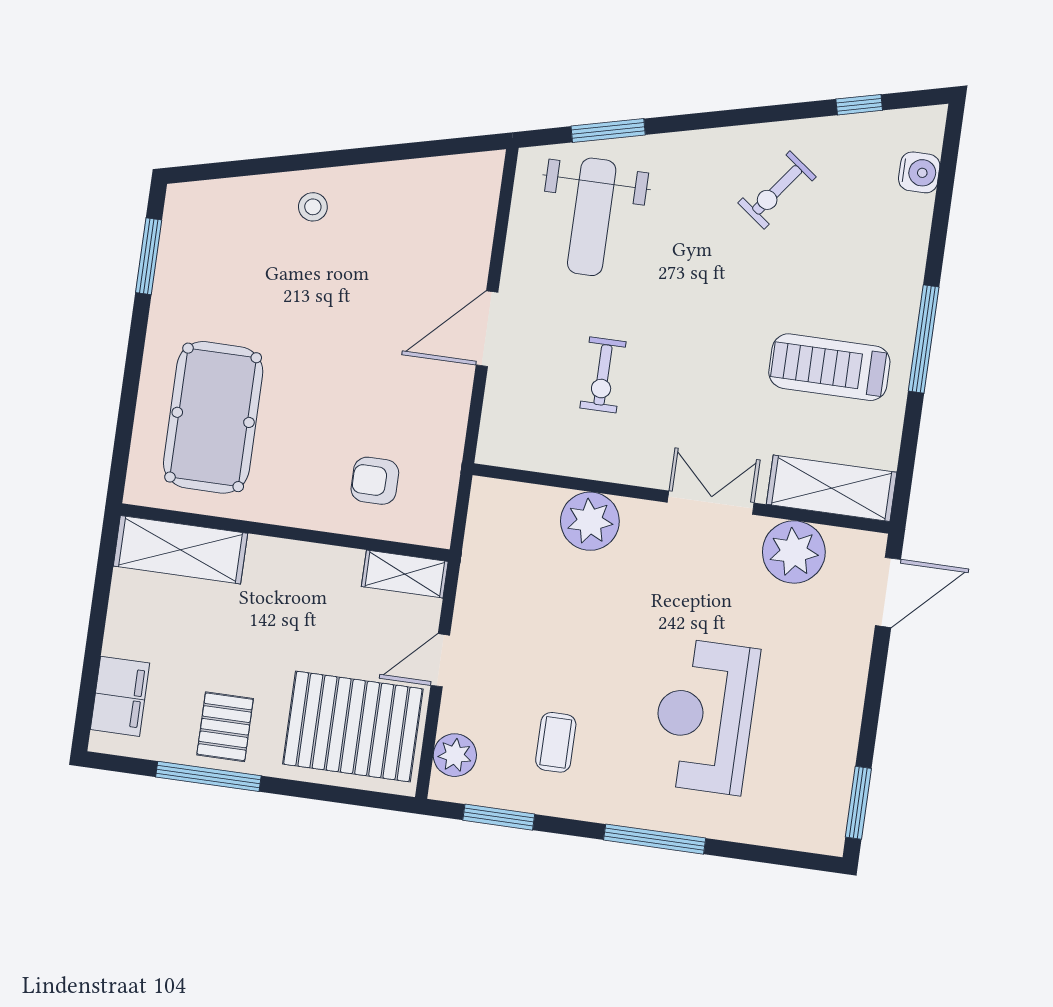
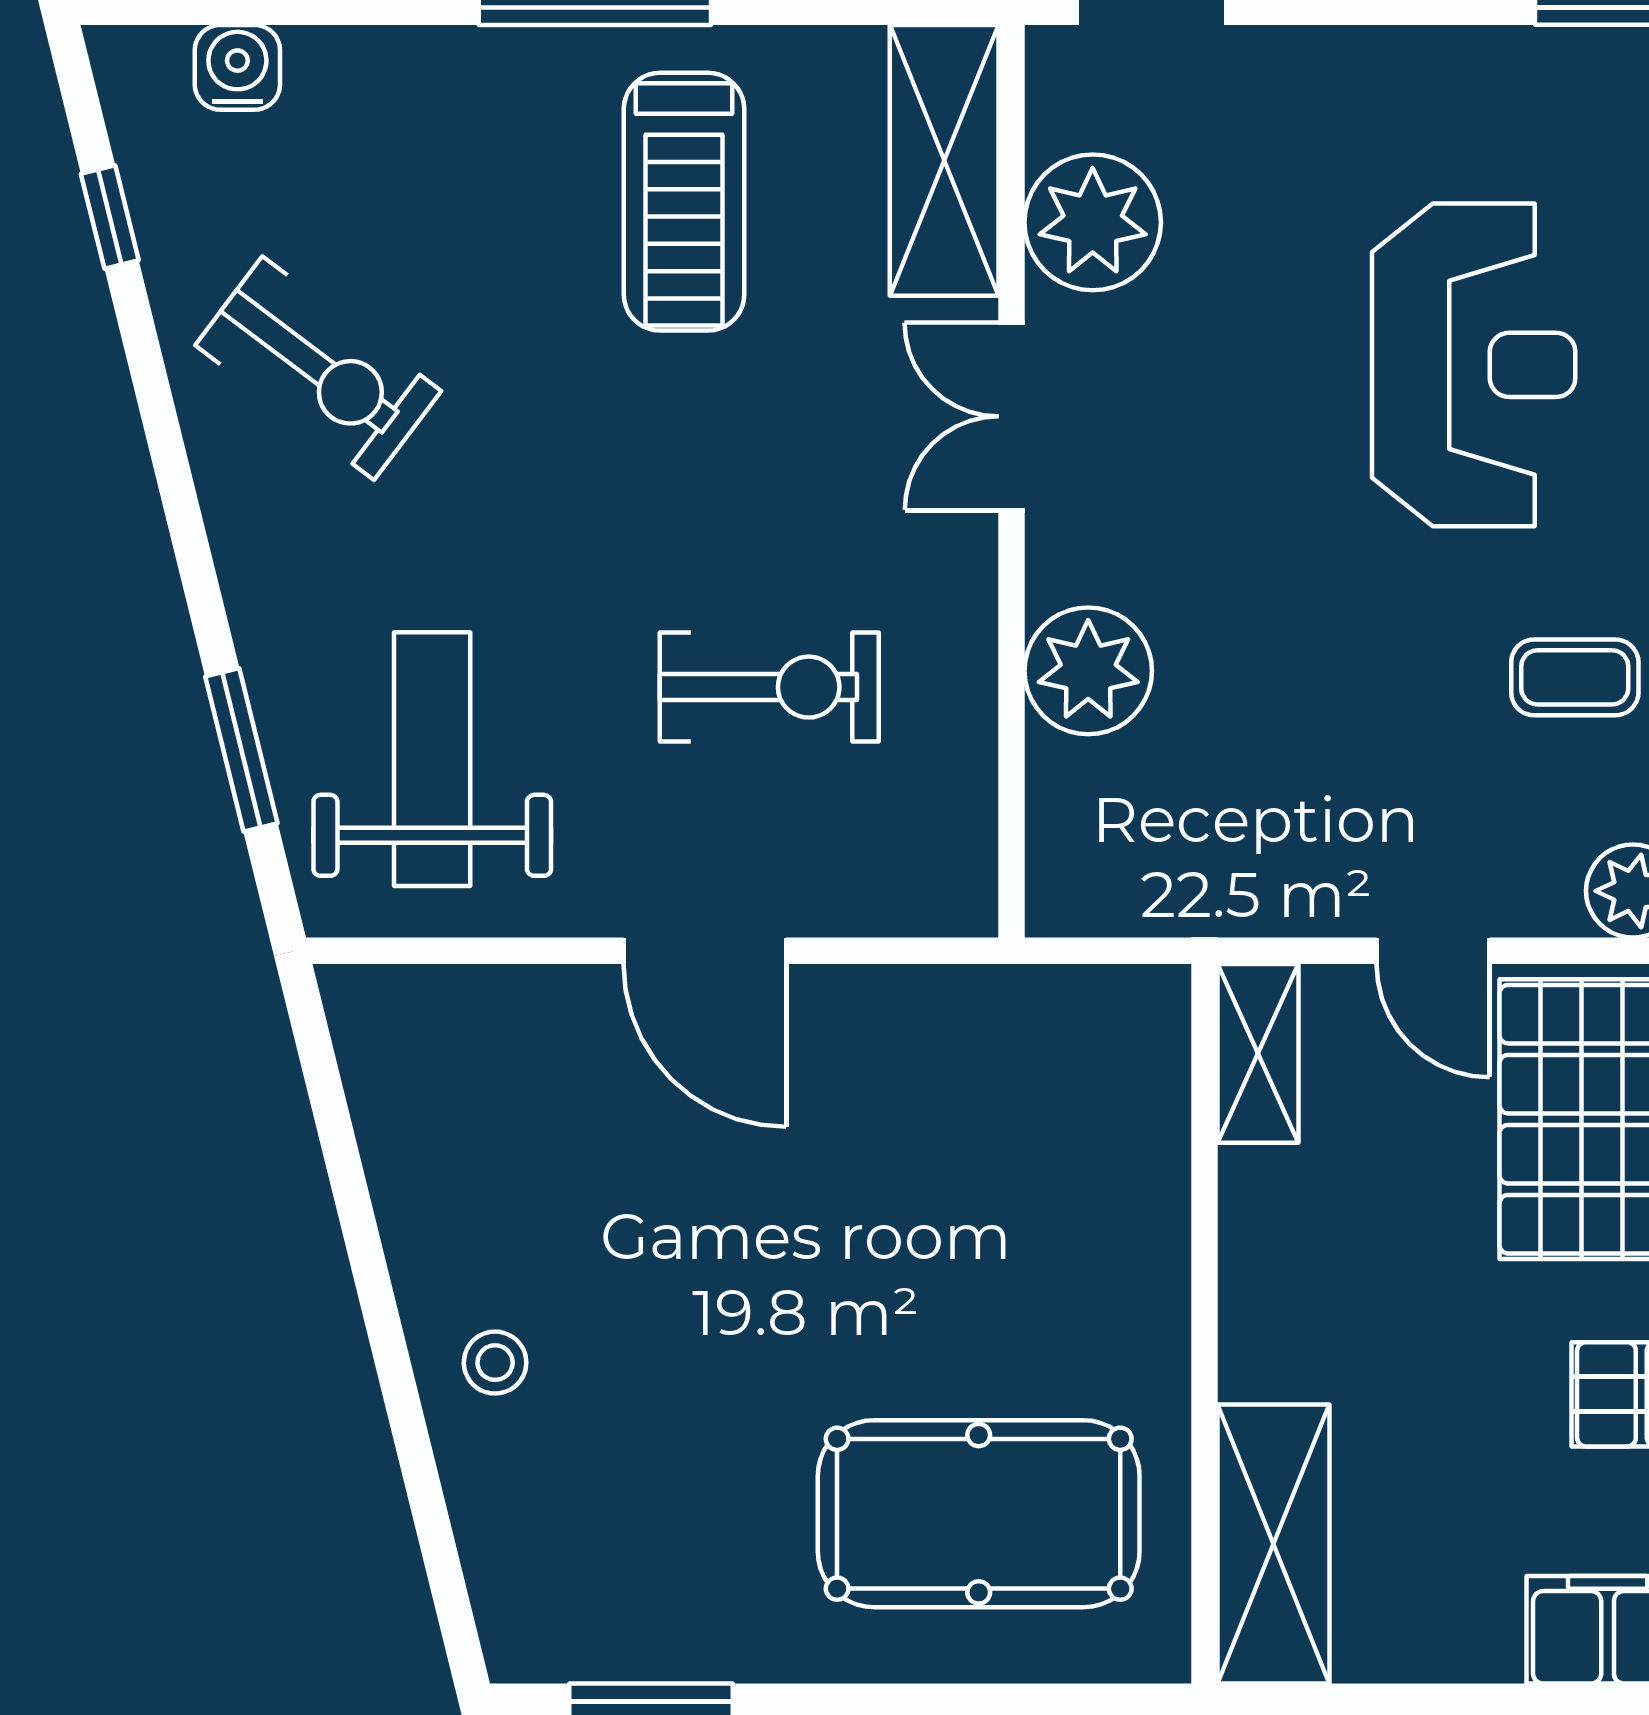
exercise bike: (777, 190) -> (318, 368), width x1.38, depth x1.39
weight bench: (592, 217) -> (432, 759), turned -90
exercise bike: (603, 375) -> (769, 687), width x1.38, depth x1.39
armchair: (375, 481) -> (1066, 1146), removed
reception desk: (705, 716) -> (1474, 365), turned -90

